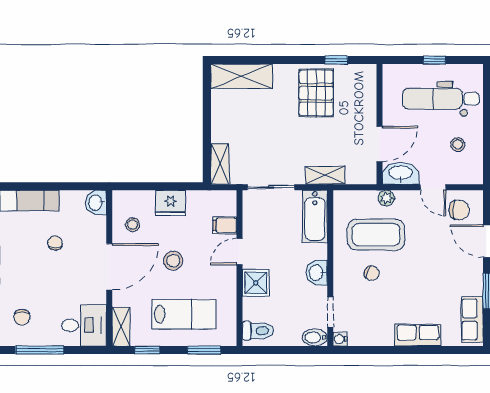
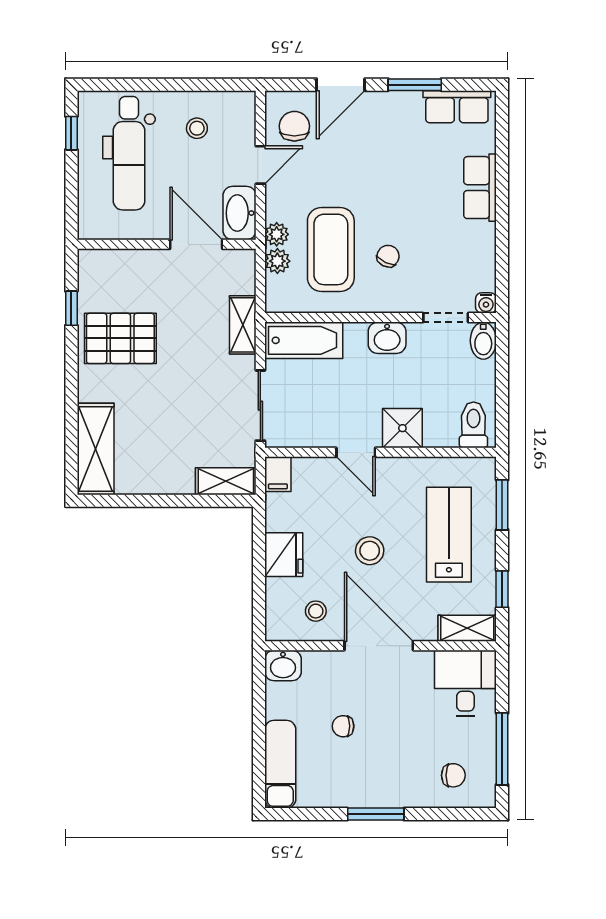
window: (434, 60) -> (71, 133), moved
plant: (368, 199) -> (277, 261), added
filing cabinet: (225, 225) -> (278, 474), moved

